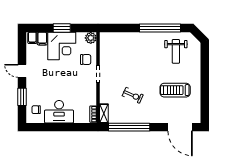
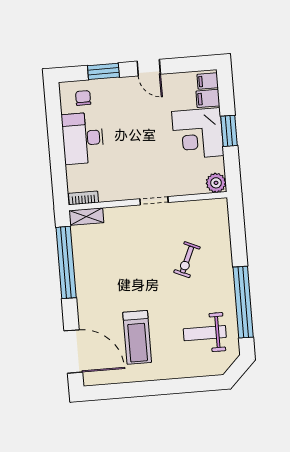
chair: (86, 60) -> (178, 177), removed
door: (22, 71) -> (149, 68), swing flipped
treadmill: (175, 90) -> (137, 337), turned 180
exercise bike: (133, 95) -> (187, 260), moved
door: (180, 127) -> (73, 351), swing flipped

